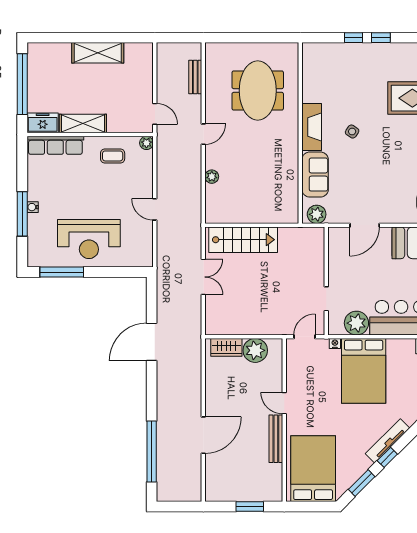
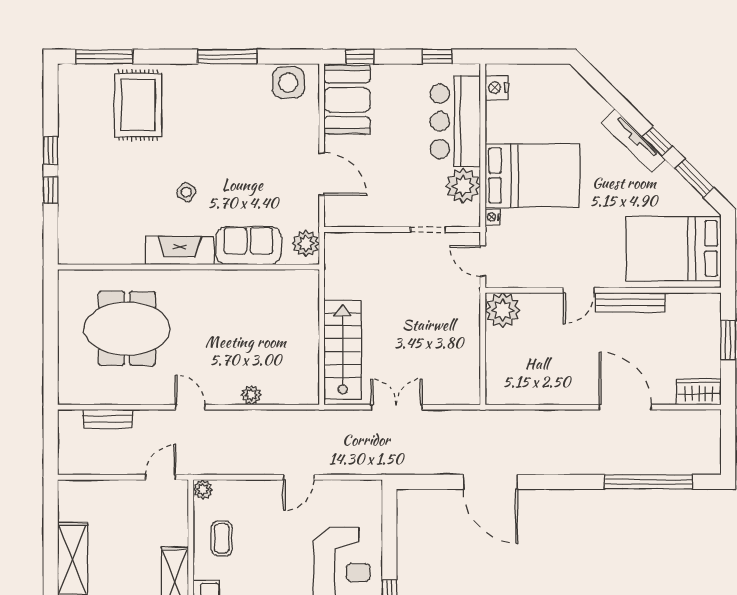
wardrobe: (226, 347) -> (699, 392), moved, turned -90
plant: (255, 350) -> (503, 310), moved

